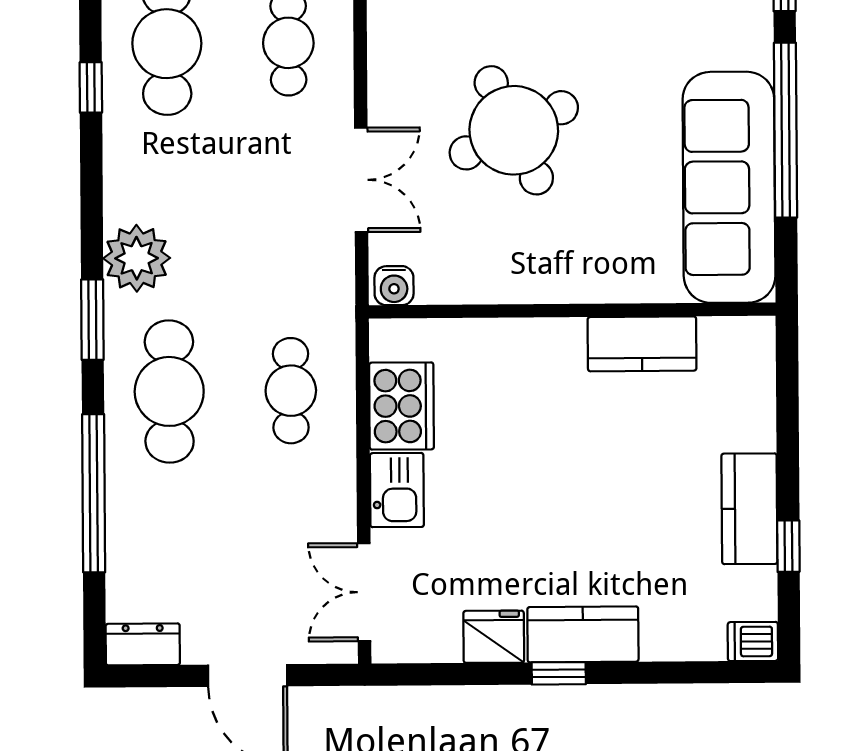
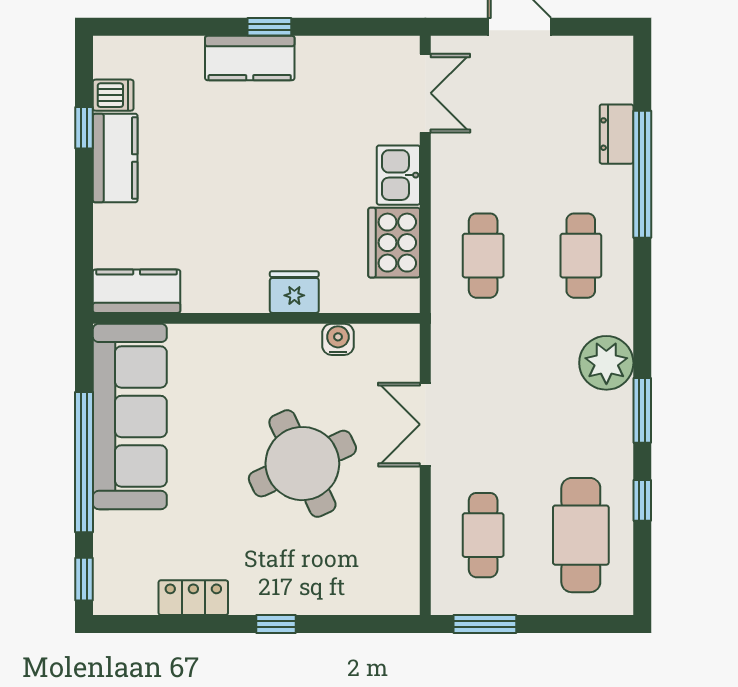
water cooler: (394, 286) -> (338, 339), moved
window: (92, 320) -> (642, 410), moved
kitchen counter: (642, 344) -> (137, 291), moved
cafe table: (169, 391) -> (581, 256), width x0.73, depth x0.74
fridge: (494, 637) -> (294, 292), moved, turned 180
dishwasher: (753, 641) -> (113, 95), moved
dresser: (143, 644) -> (617, 134), moved, turned 90

